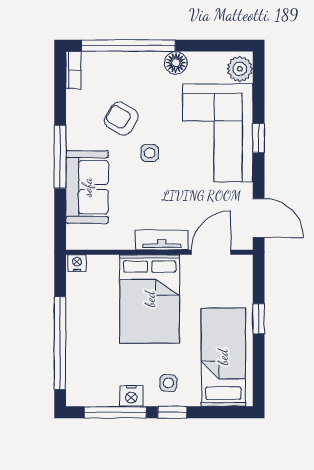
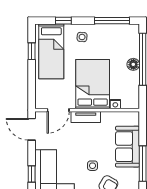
nightstand: (77, 263) -> (115, 104), moved
window: (259, 319) -> (32, 51), moved
floor lamp: (77, 334) -> (133, 64), added
nightstand: (131, 396) -> (103, 30), removed
window: (172, 412) -> (63, 21), moved

